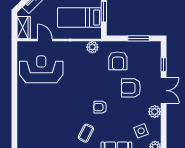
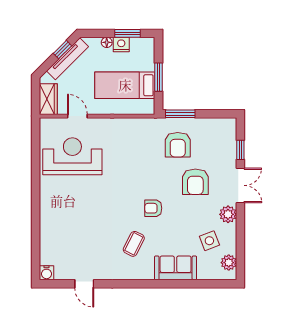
window: (139, 38) -> (180, 114), moved
plant: (92, 47) -> (143, 126), removed
armchair: (131, 88) -> (195, 182), turned -90

